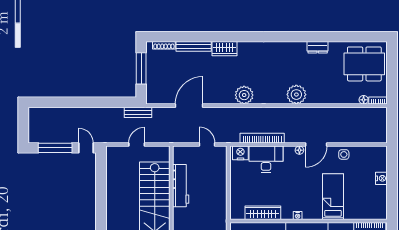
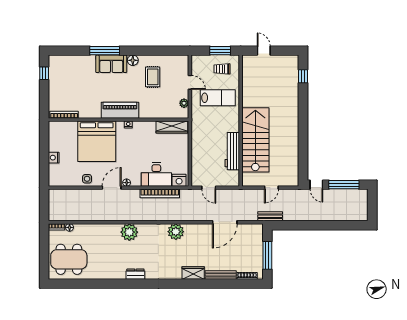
dresser: (318, 47) -> (135, 274), moved
bed: (333, 197) -> (97, 141), width x2.04
wardrobe: (263, 213) -> (172, 127), moved

